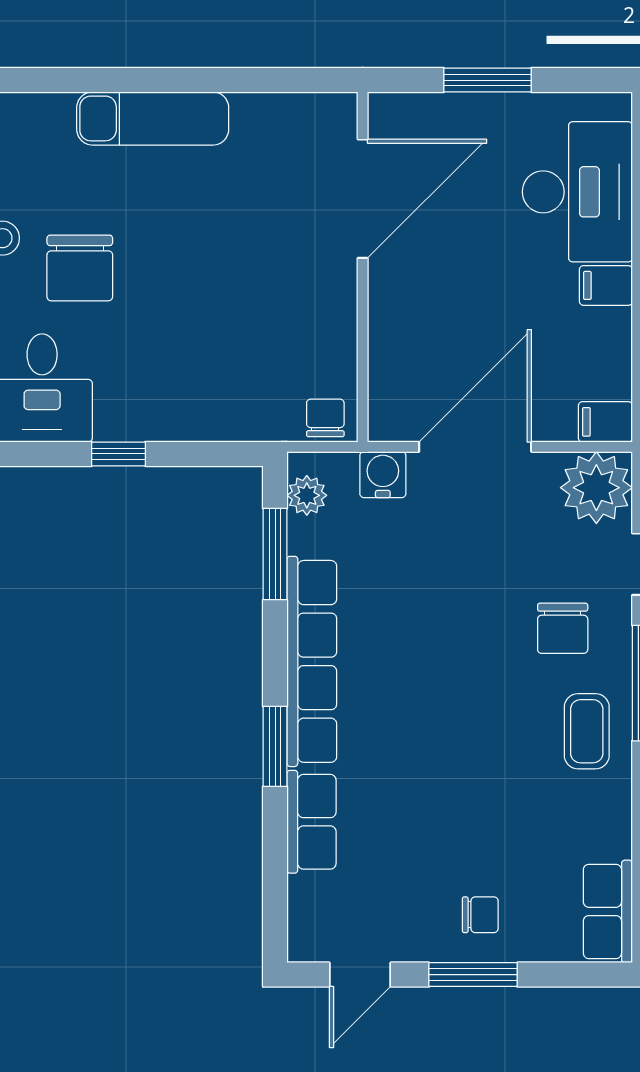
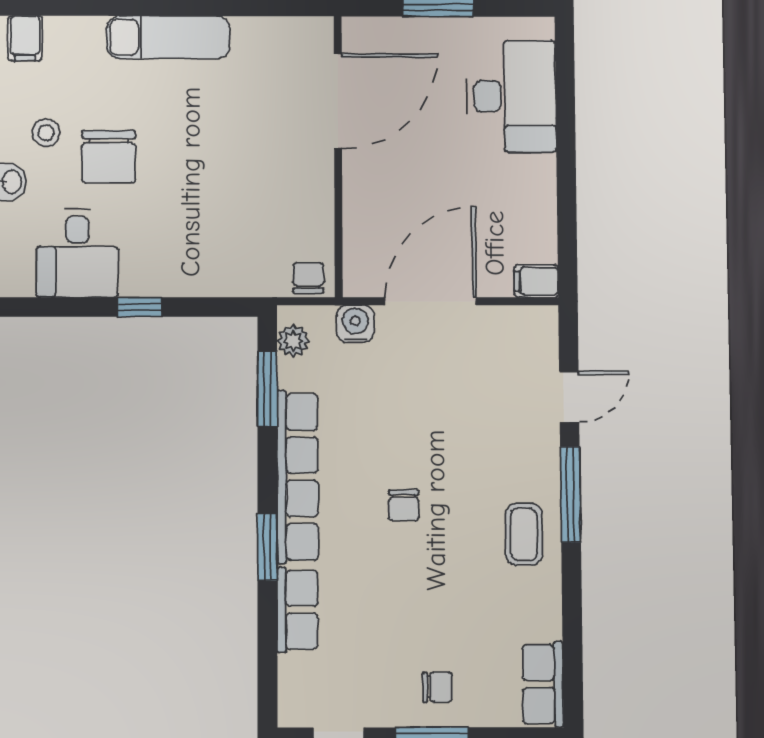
filing cabinet: (606, 285) -> (535, 171), removed
plant: (596, 488) -> (529, 334), removed
chair: (563, 628) -> (404, 505), moved, width x0.73, depth x0.73

